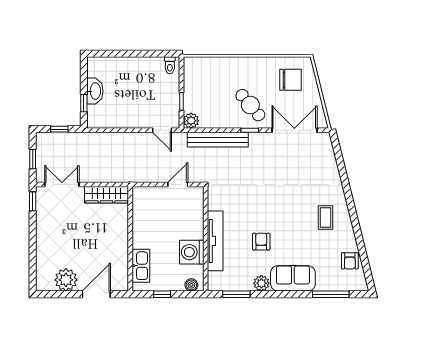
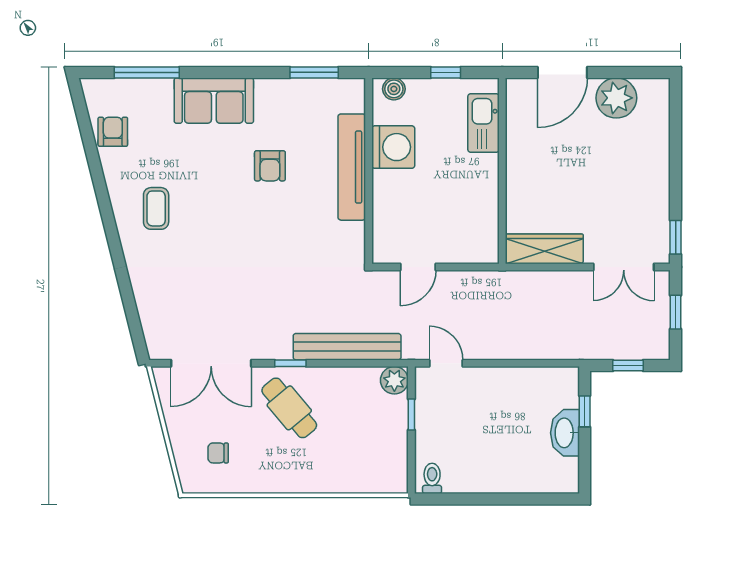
chair: (290, 80) -> (218, 453), width x0.54, depth x0.54
plant: (261, 283) -> (270, 92), removed

